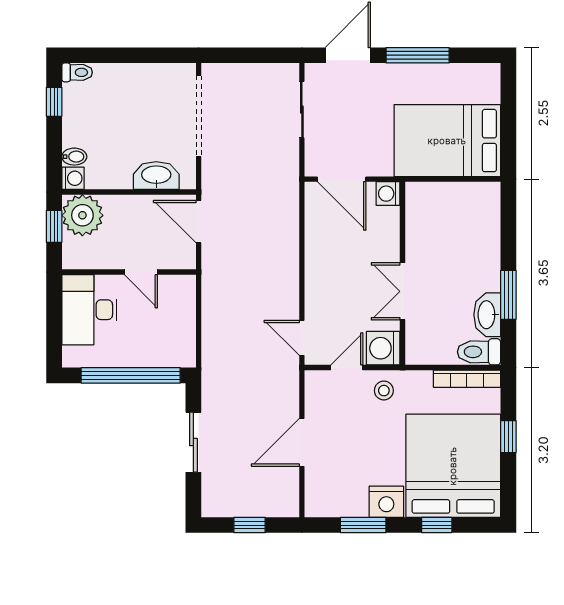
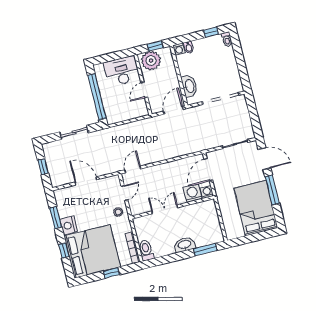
bed: (447, 141) -> (256, 208), moved
plant: (82, 215) -> (151, 61), moved
window: (508, 295) -> (205, 250), moved
washbasin: (487, 315) -> (185, 245), moved
washing machine: (383, 348) -> (193, 193), moved
door: (347, 368) -> (124, 193), hinge flipped

